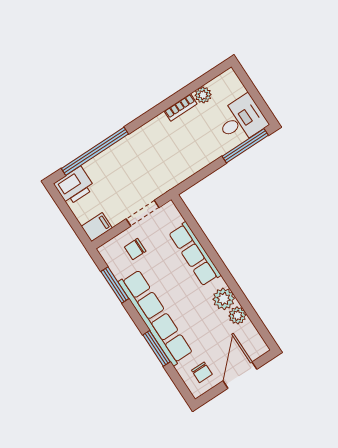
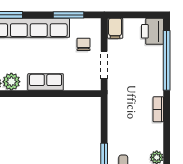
bookcase: (181, 107) -> (158, 109), moved
row of seats: (195, 254) -> (46, 82), width x0.68

